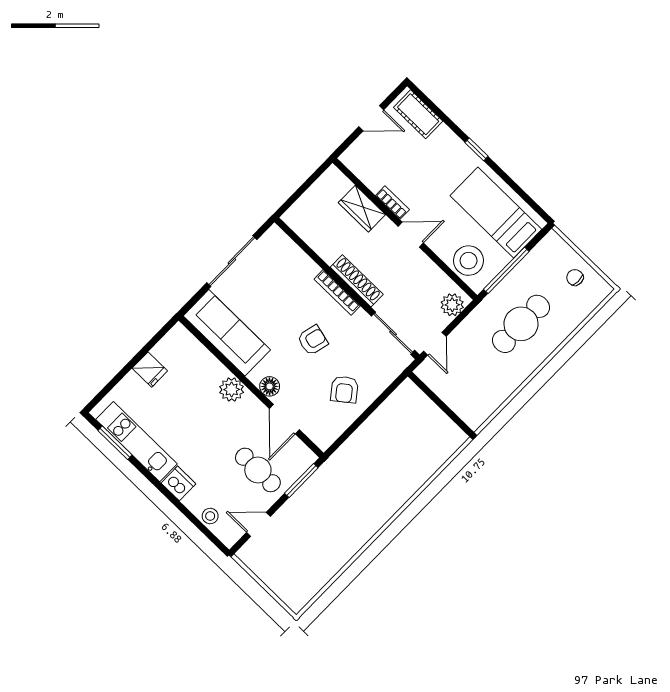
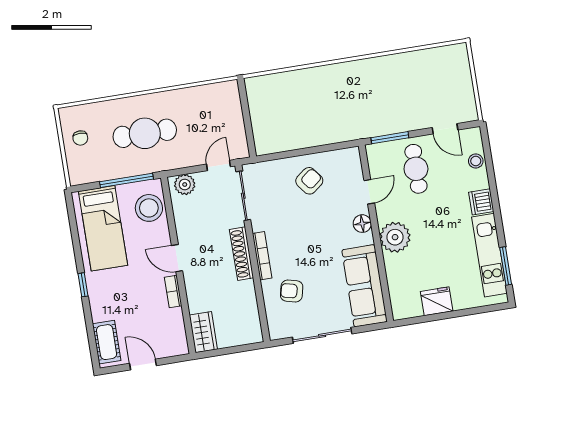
wardrobe: (362, 209) -> (203, 332), moved
armchair: (313, 340) -> (292, 291), moved
fridge: (150, 370) -> (437, 301), width x1.38
plant: (232, 389) -> (395, 237), width x1.36, depth x1.36
door: (284, 419) -> (369, 192), width x0.73

